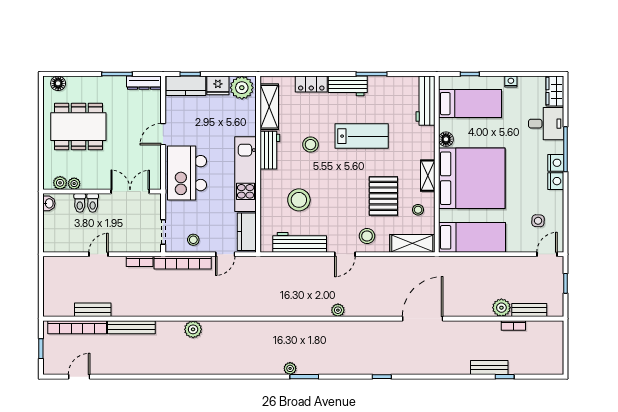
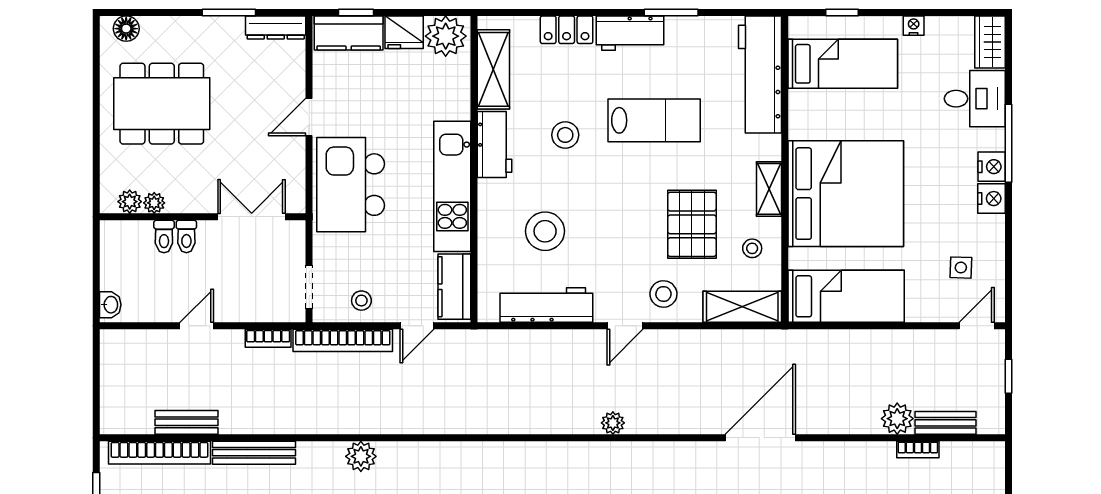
workbench: (426, 101) -> (760, 74), width x1.36, depth x1.32
floor lamp: (446, 139) -> (801, 126), removed
washbasin: (49, 203) -> (110, 305), moved

